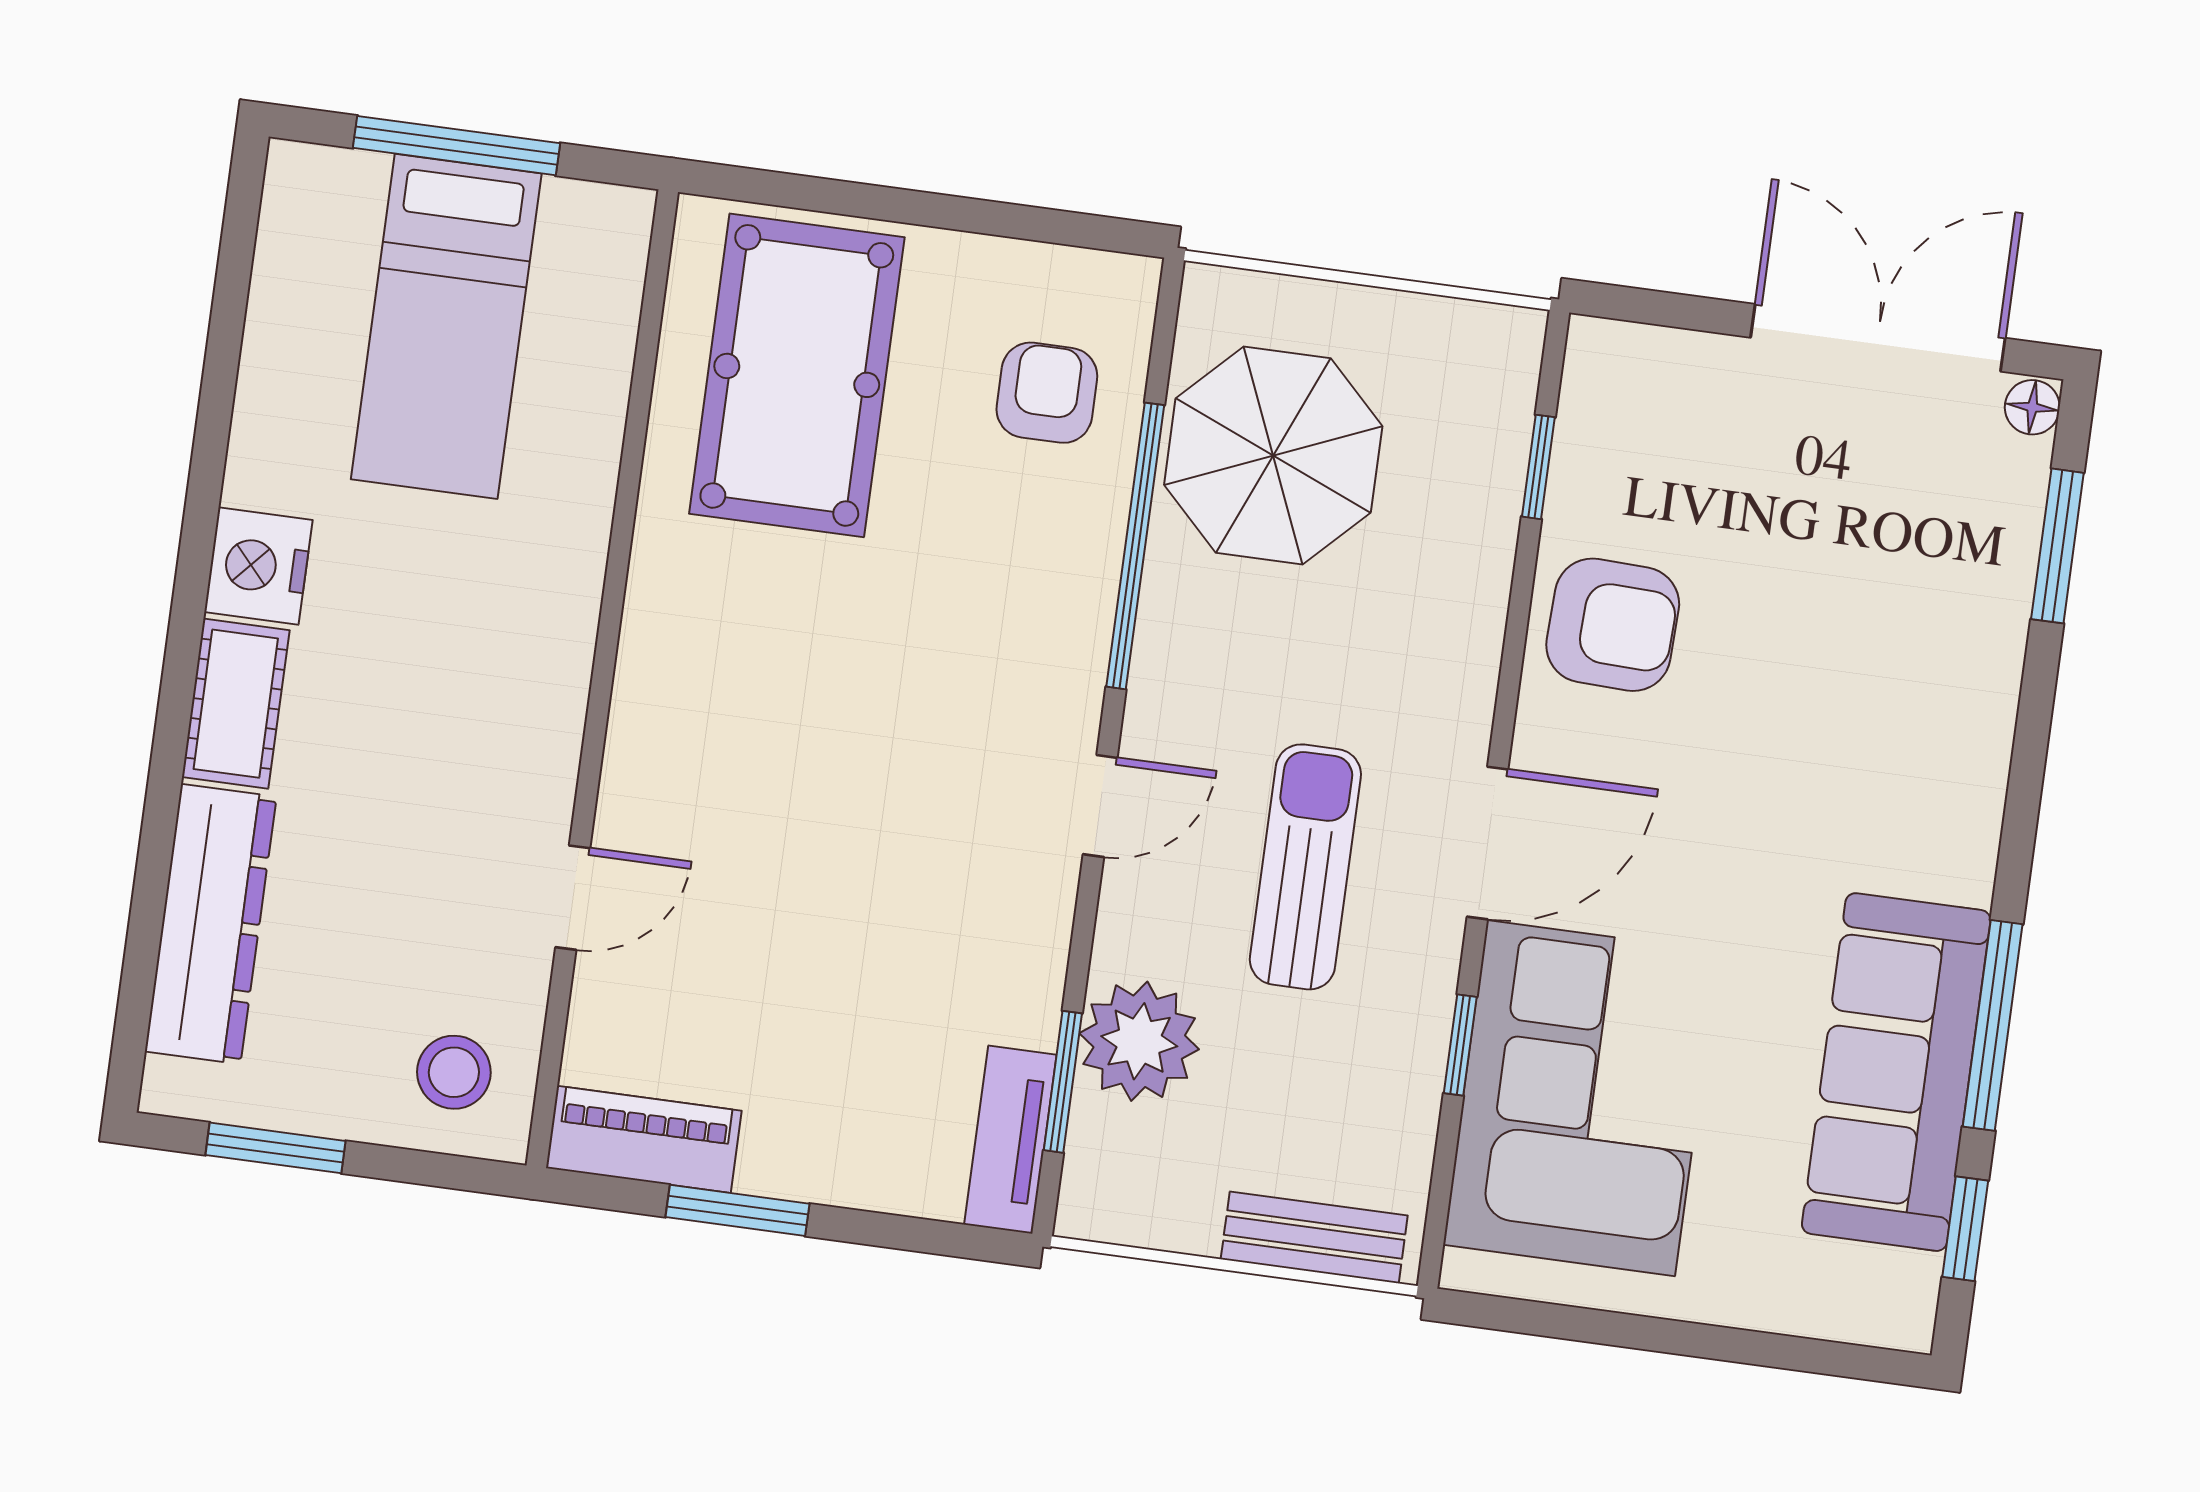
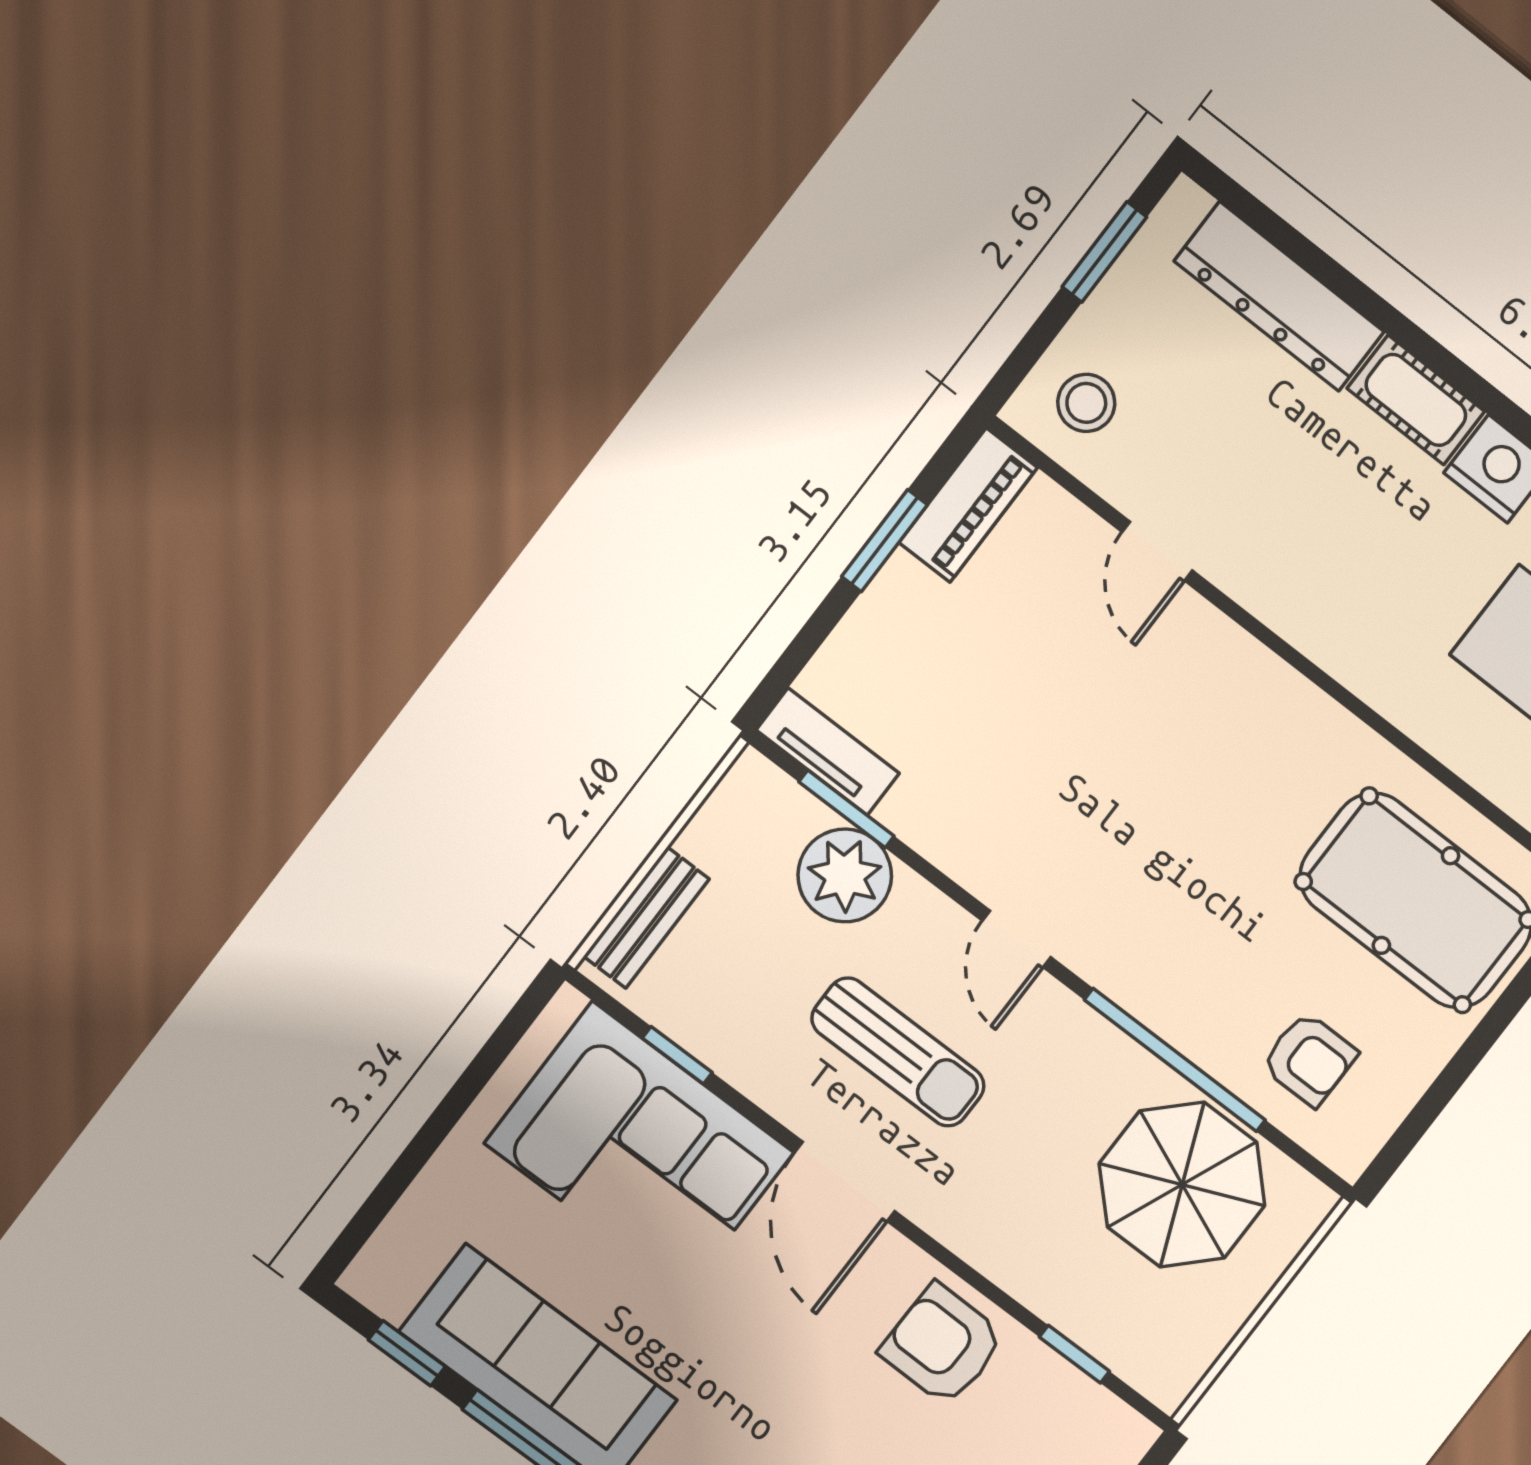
armchair: (1613, 625) -> (942, 1345), turned 89
window: (1460, 1045) -> (677, 1055), moved

